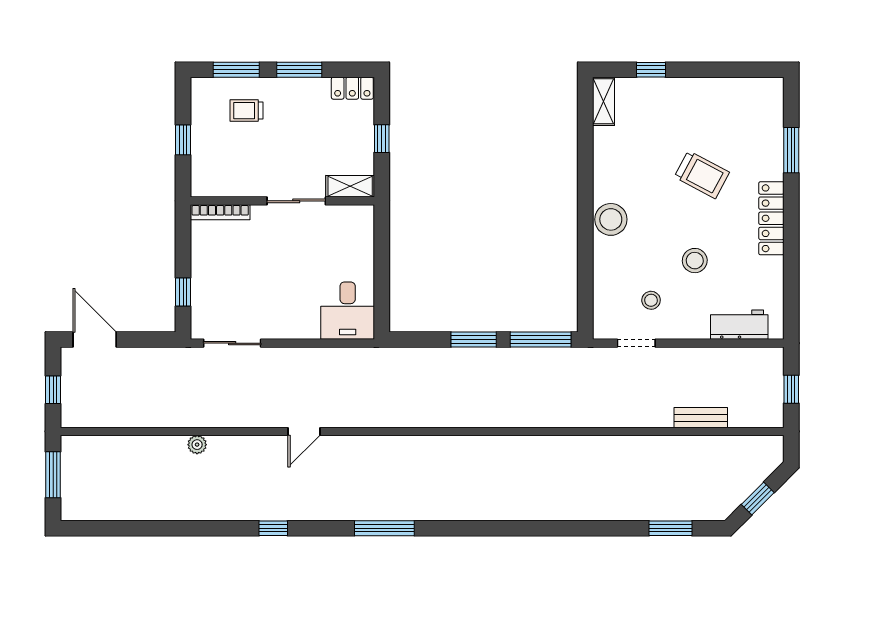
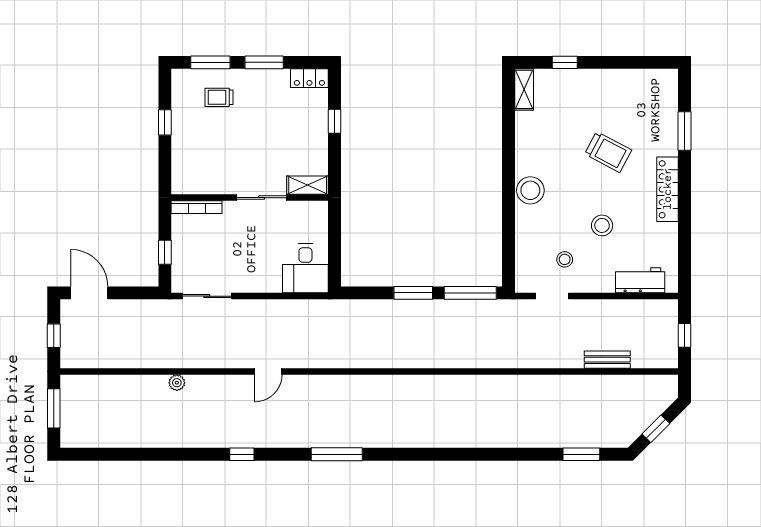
shelving: (350, 186) -> (308, 185), moved
wall: (282, 201) -> (250, 198), moved
sliding door: (296, 201) -> (262, 198), moved
bookcase: (220, 212) -> (197, 207), moved

